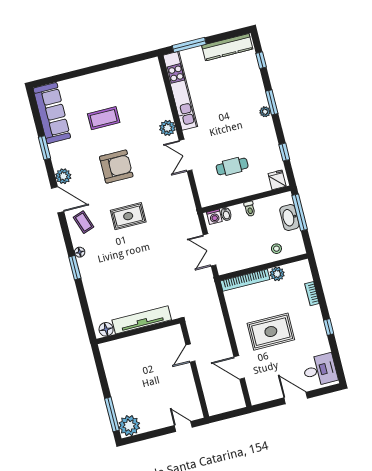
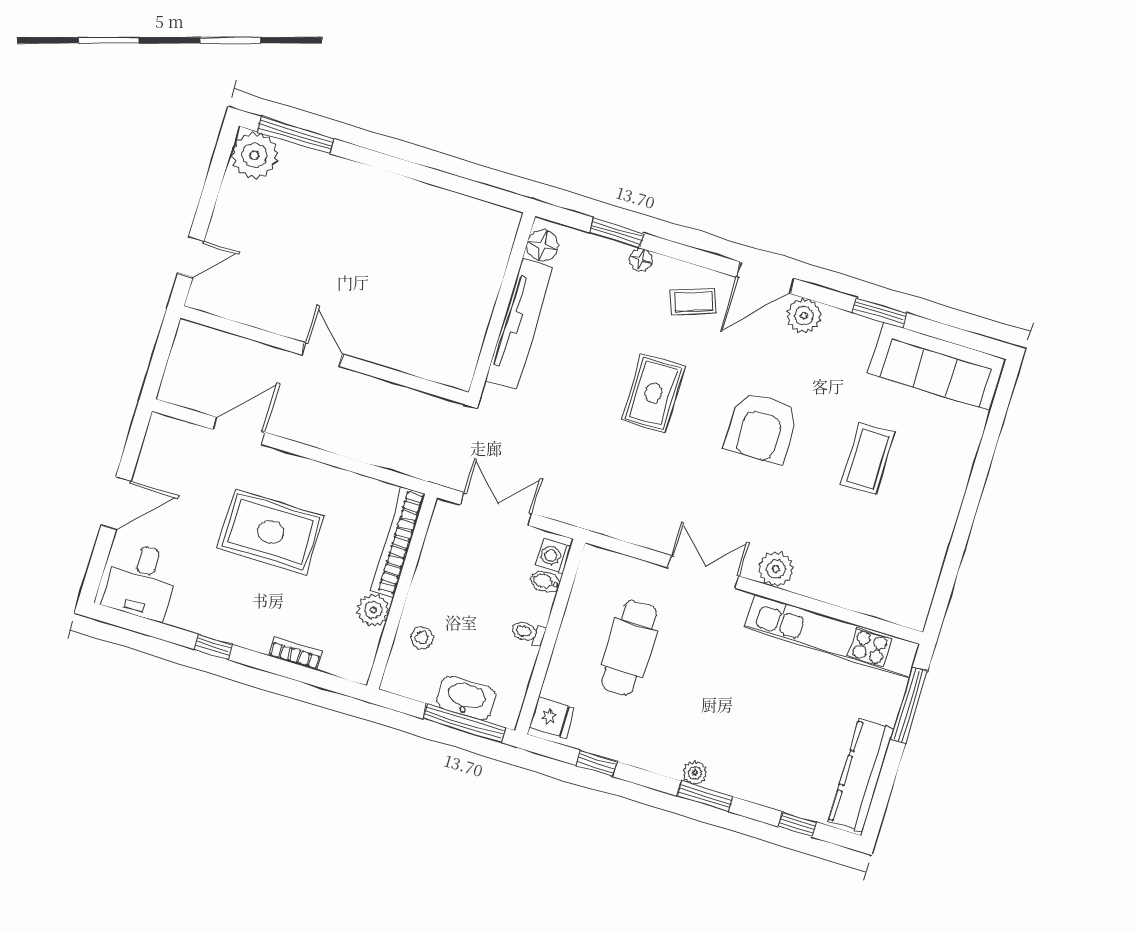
cafe table: (232, 166) -> (629, 648), width x1.37, depth x1.35
tv unit: (142, 320) -> (519, 324), moved
floor lamp: (106, 329) -> (542, 245), moved
wall: (138, 331) -> (502, 304), moved
rug: (271, 332) -> (271, 532), turned 90

